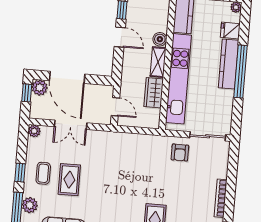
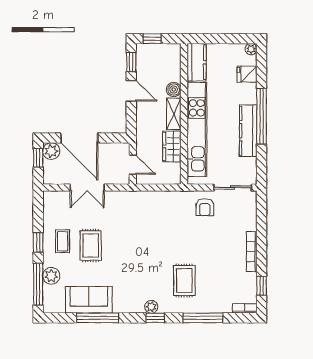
kitchen counter: (229, 64) -> (248, 131), moved
plant: (34, 131) -> (49, 197), removed

